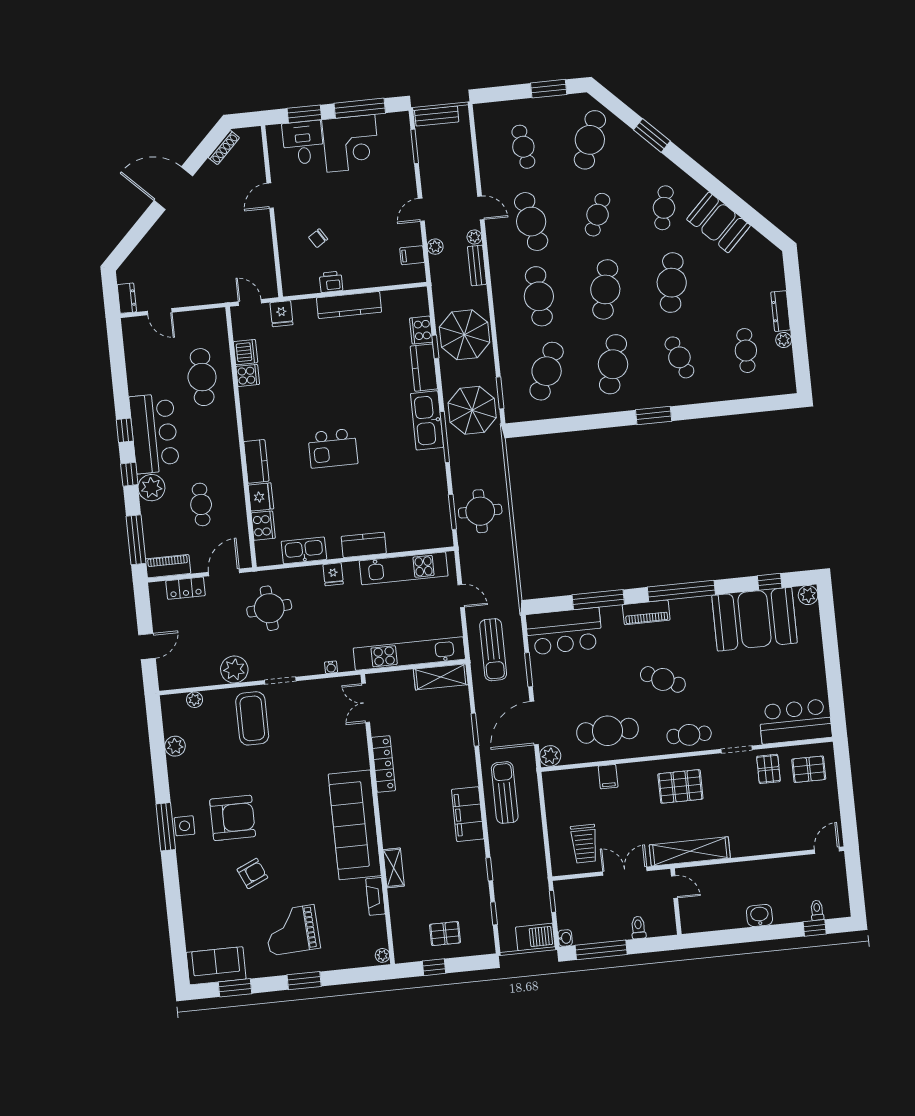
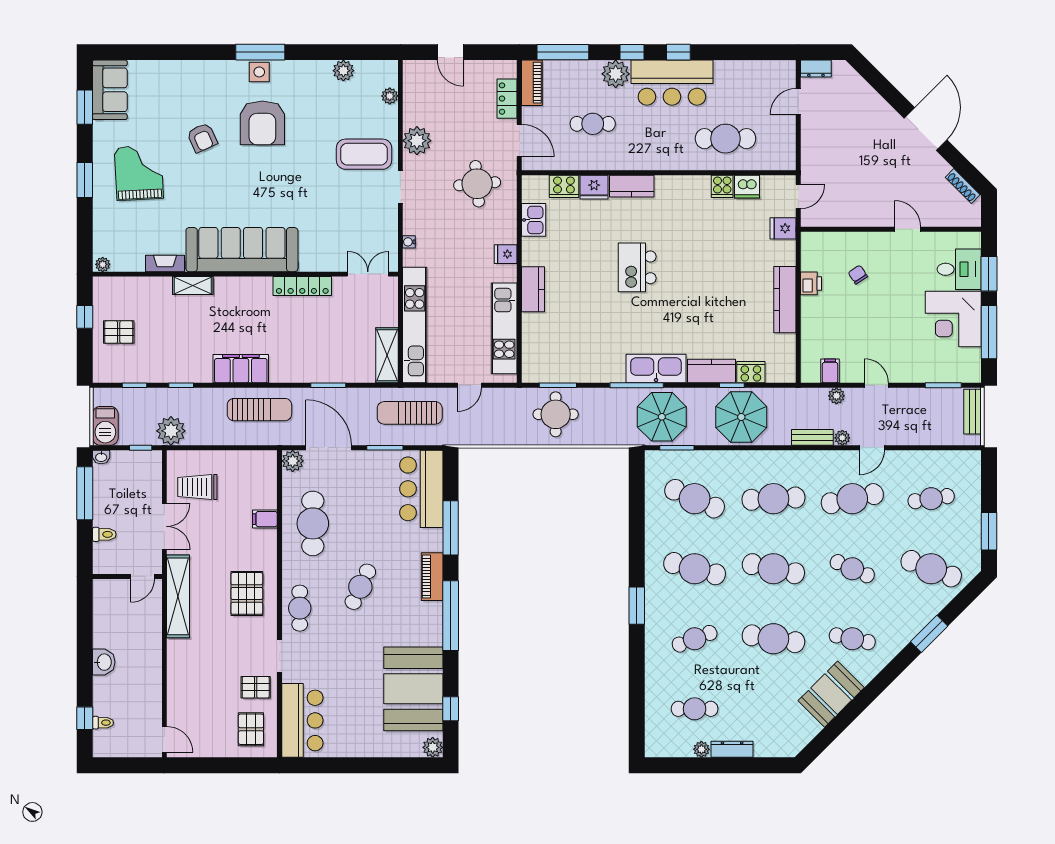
kitchen sink: (304, 550) -> (534, 220), width x0.73
plant: (534, 874) -> (171, 431), added
pallet: (445, 934) -> (119, 332), turned 90

